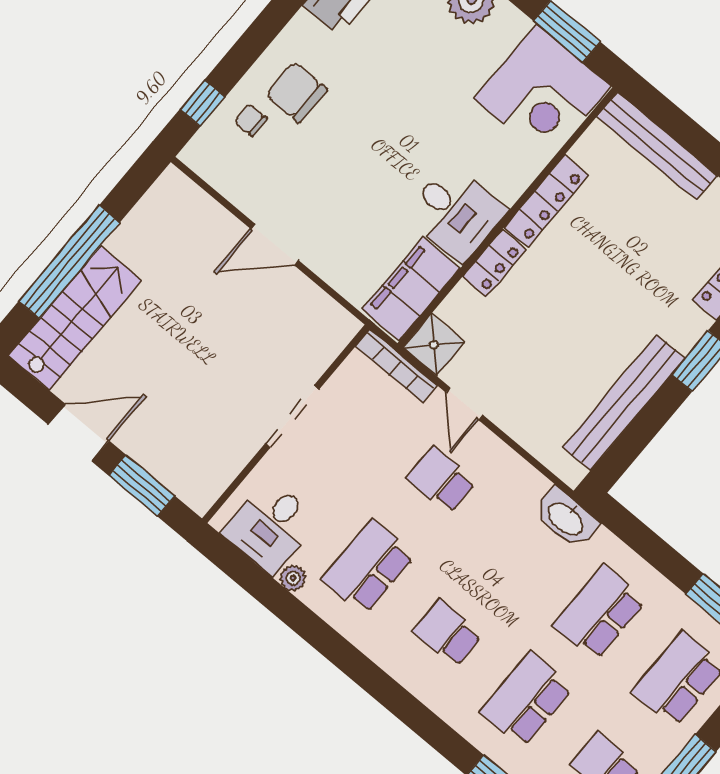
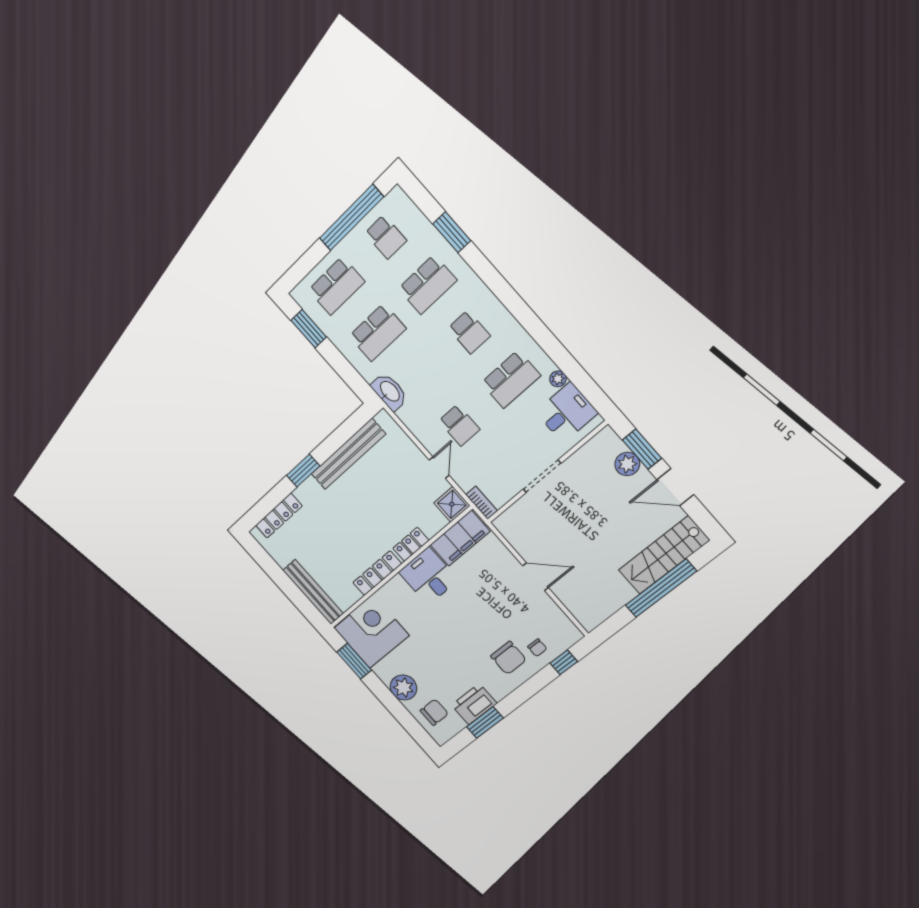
bookcase: (397, 366) -> (482, 503), width x0.64
plant: (160, 458) -> (627, 464), added

